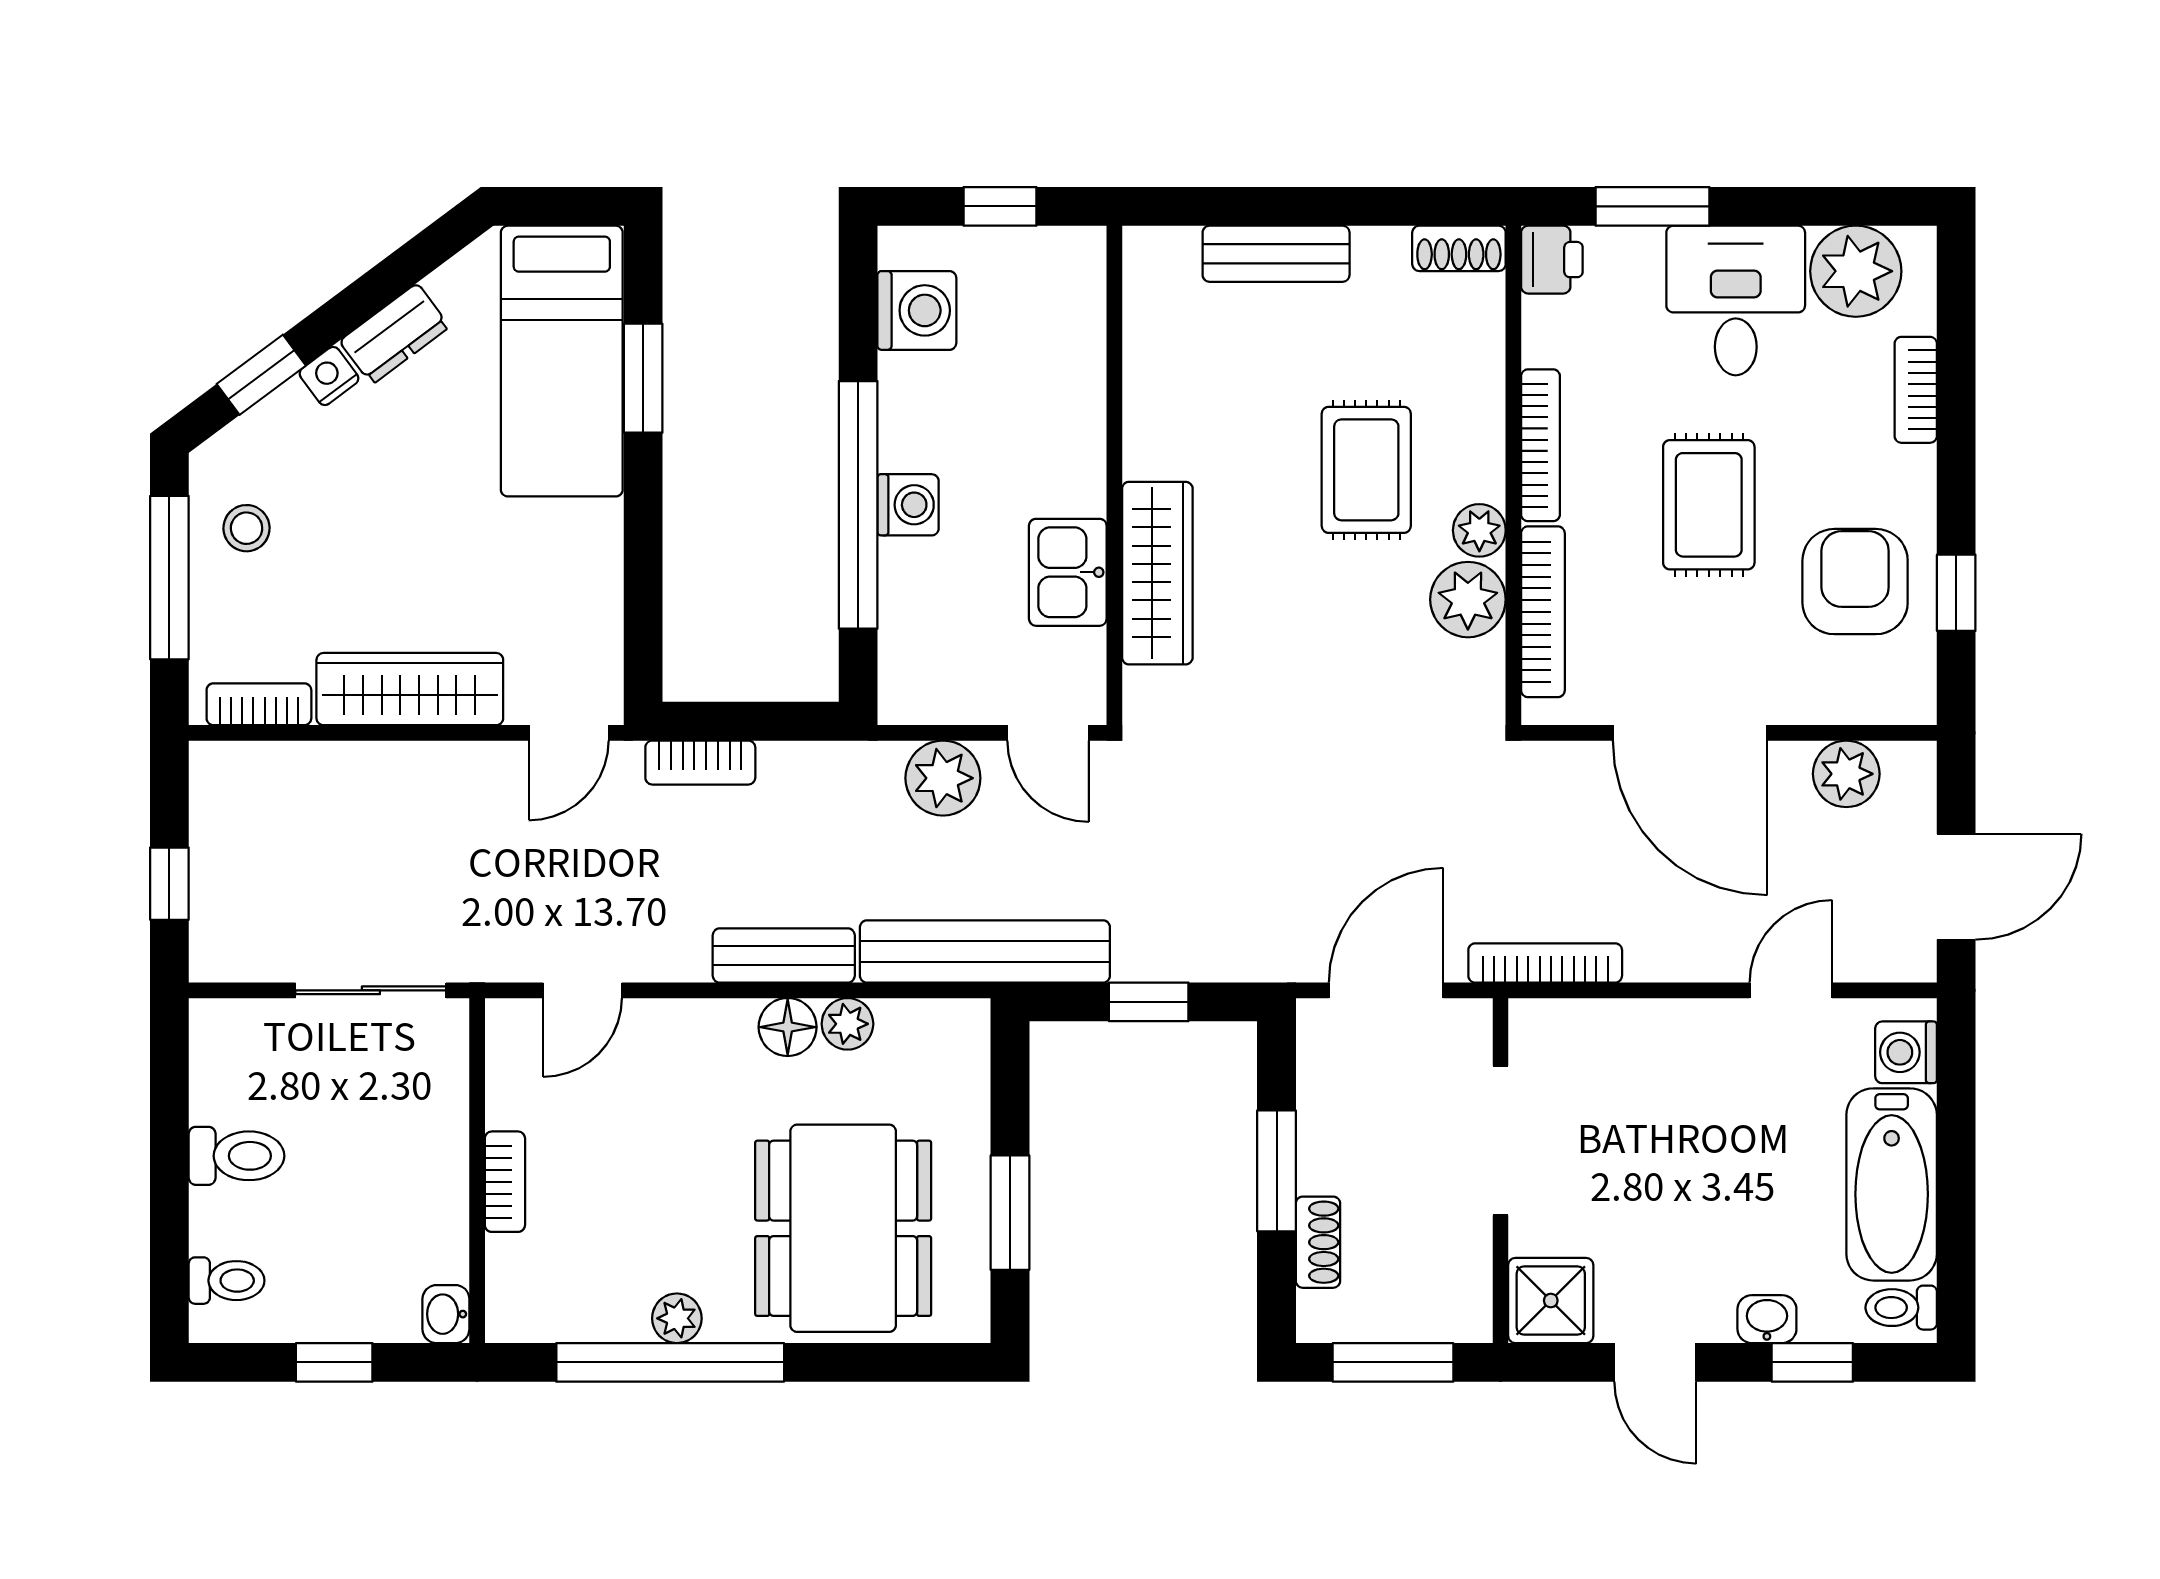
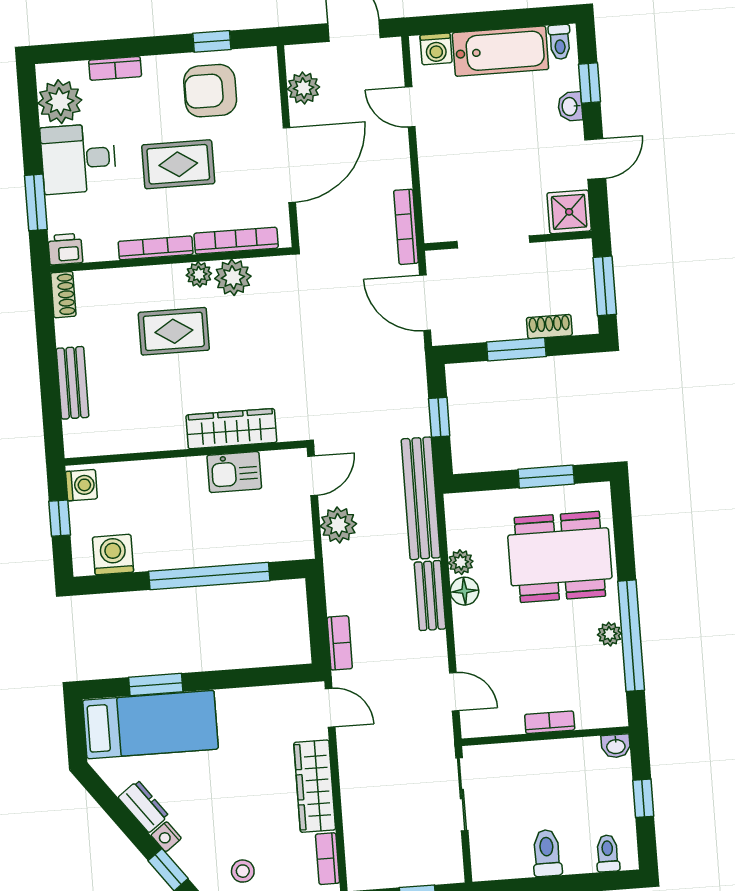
washing machine: (908, 505) -> (81, 485), moved, turned 90

